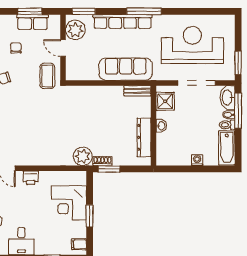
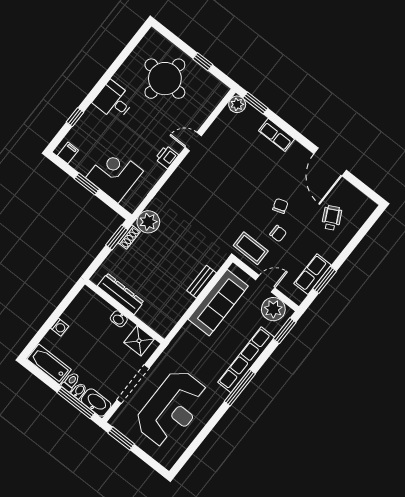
chair: (16, 48) -> (278, 233), moved
sofa: (126, 69) -> (218, 303), moved
bench: (137, 91) -> (202, 282), moved

